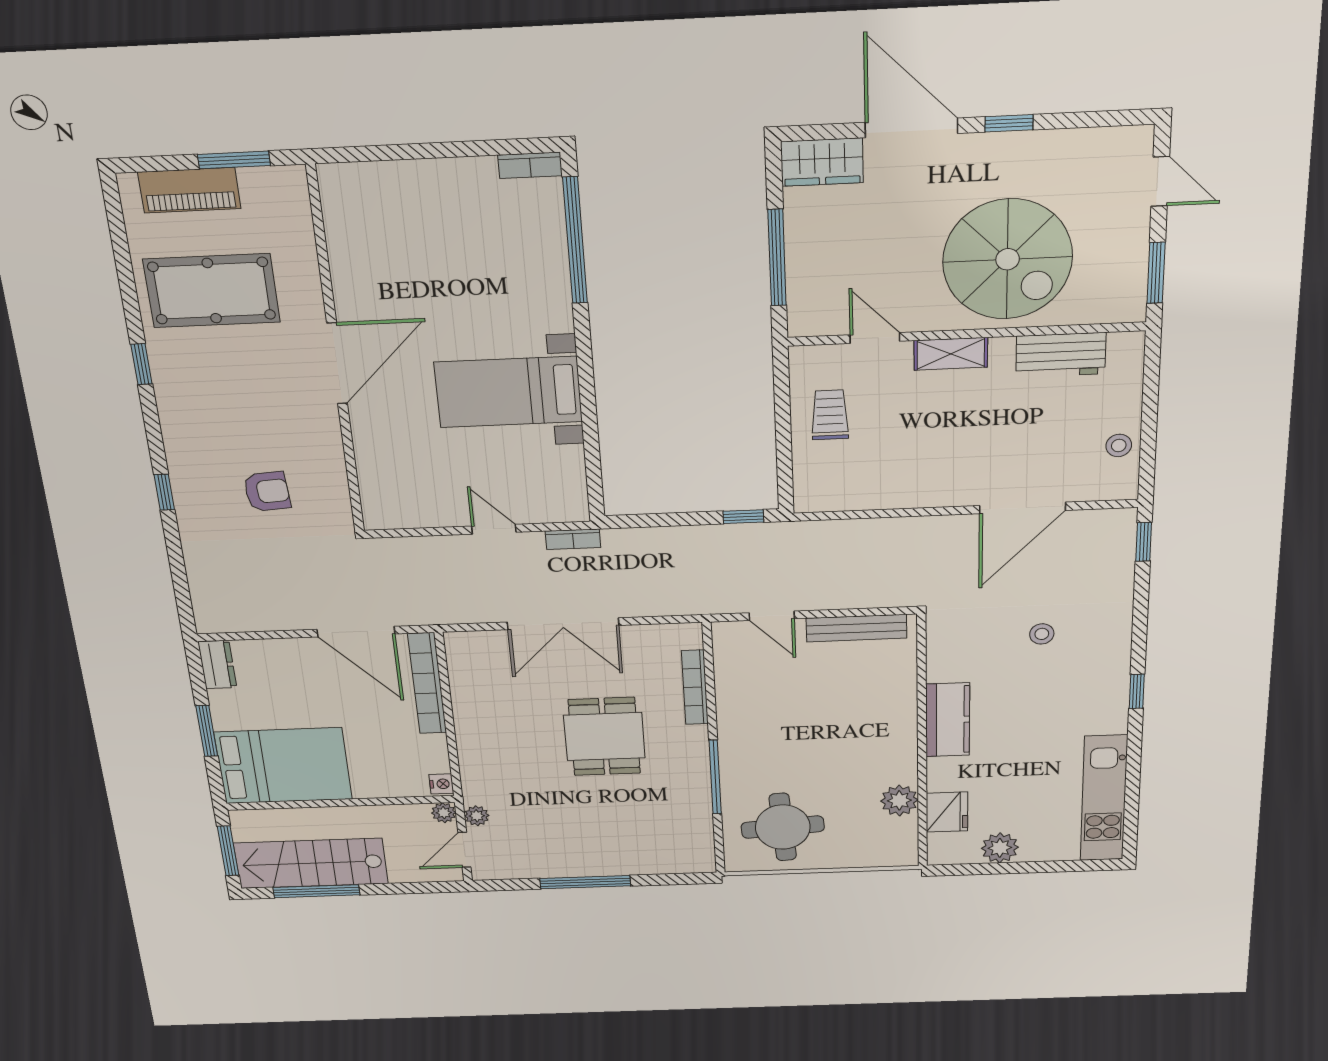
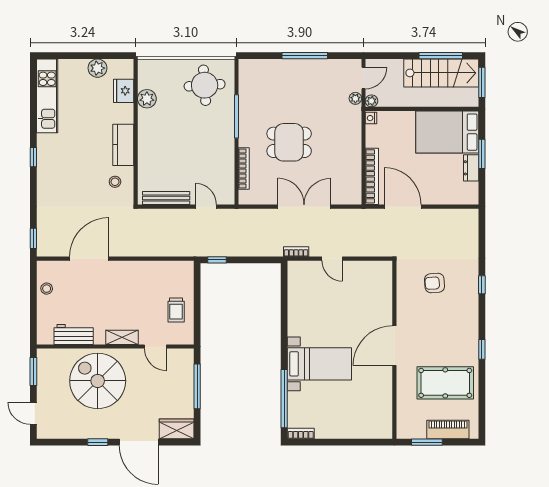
bed with nightstands: (508, 392) -> (319, 364), moved
stool: (1042, 634) -> (115, 182), moved
dresser: (217, 665) -> (471, 168), moved
dining table: (604, 737) -> (289, 142), turned 90

